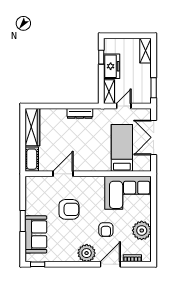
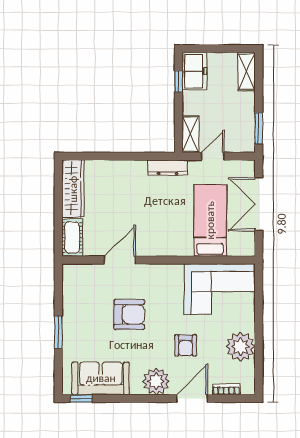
freezer: (112, 66) -> (194, 71), moved
dresser: (80, 113) -> (168, 167), moved
sofa: (36, 234) -> (101, 378), moved, turned -90

